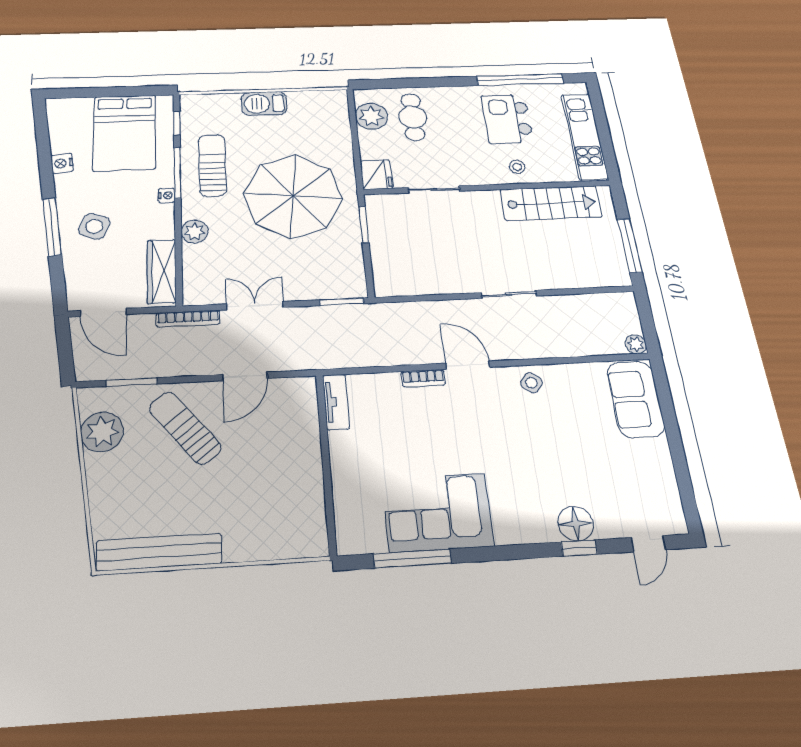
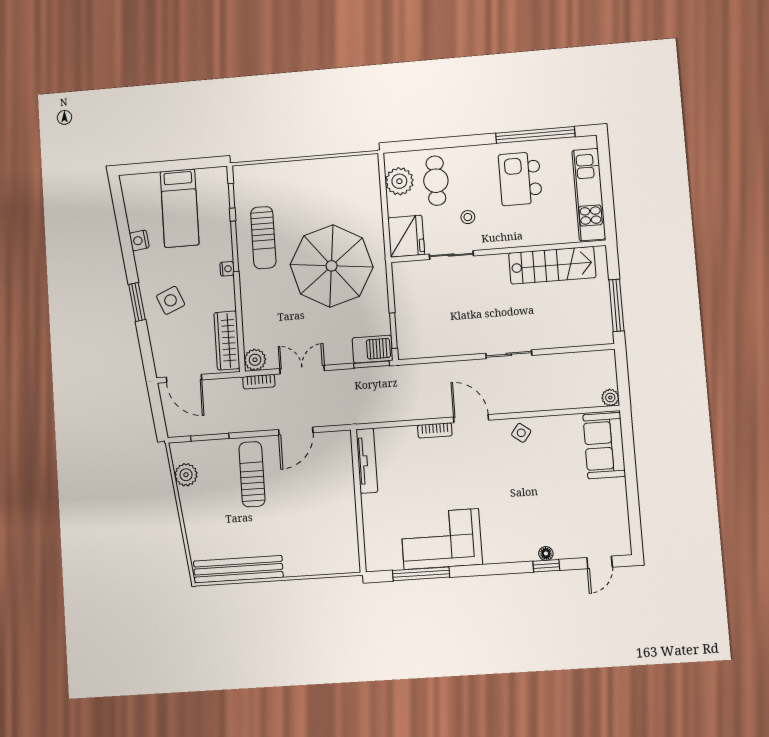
barbecue: (264, 104) -> (373, 349), moved, turned 180
bed: (125, 133) -> (180, 208), width x0.67
sun lounger: (212, 165) -> (263, 238), turned 180
stool: (517, 167) -> (468, 217), moved
fridge: (376, 175) -> (406, 236), width x1.36, depth x1.34
window: (364, 225) -> (393, 331), moved
side table: (94, 226) -> (171, 300), turned 45
window: (52, 227) -> (137, 302), width x0.69
plant: (195, 232) -> (255, 360), moved
bookcase: (188, 319) -> (259, 382), width x0.64
tv unit: (336, 402) -> (367, 461), width x1.41
sun lounger: (185, 428) -> (252, 474), turned 39
plant: (102, 432) -> (186, 475), width x0.73, depth x0.73
floor lamp: (576, 524) -> (546, 553), width x0.53, depth x0.53

